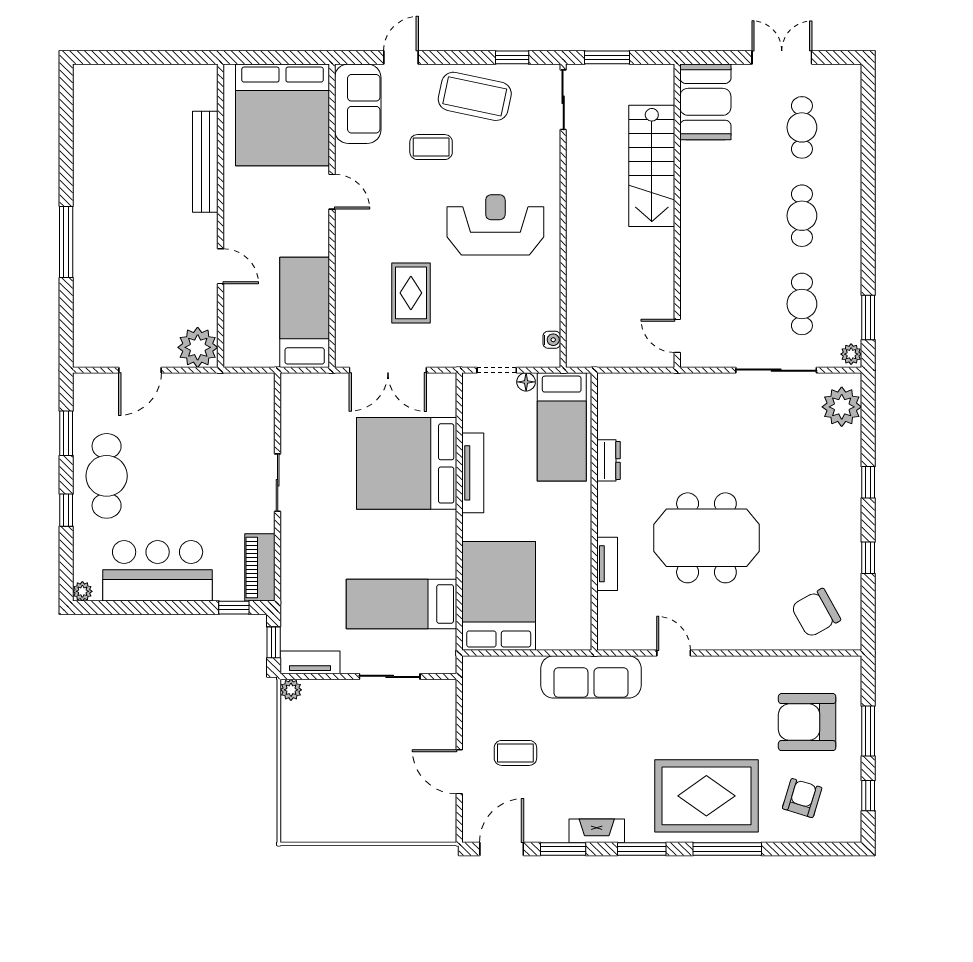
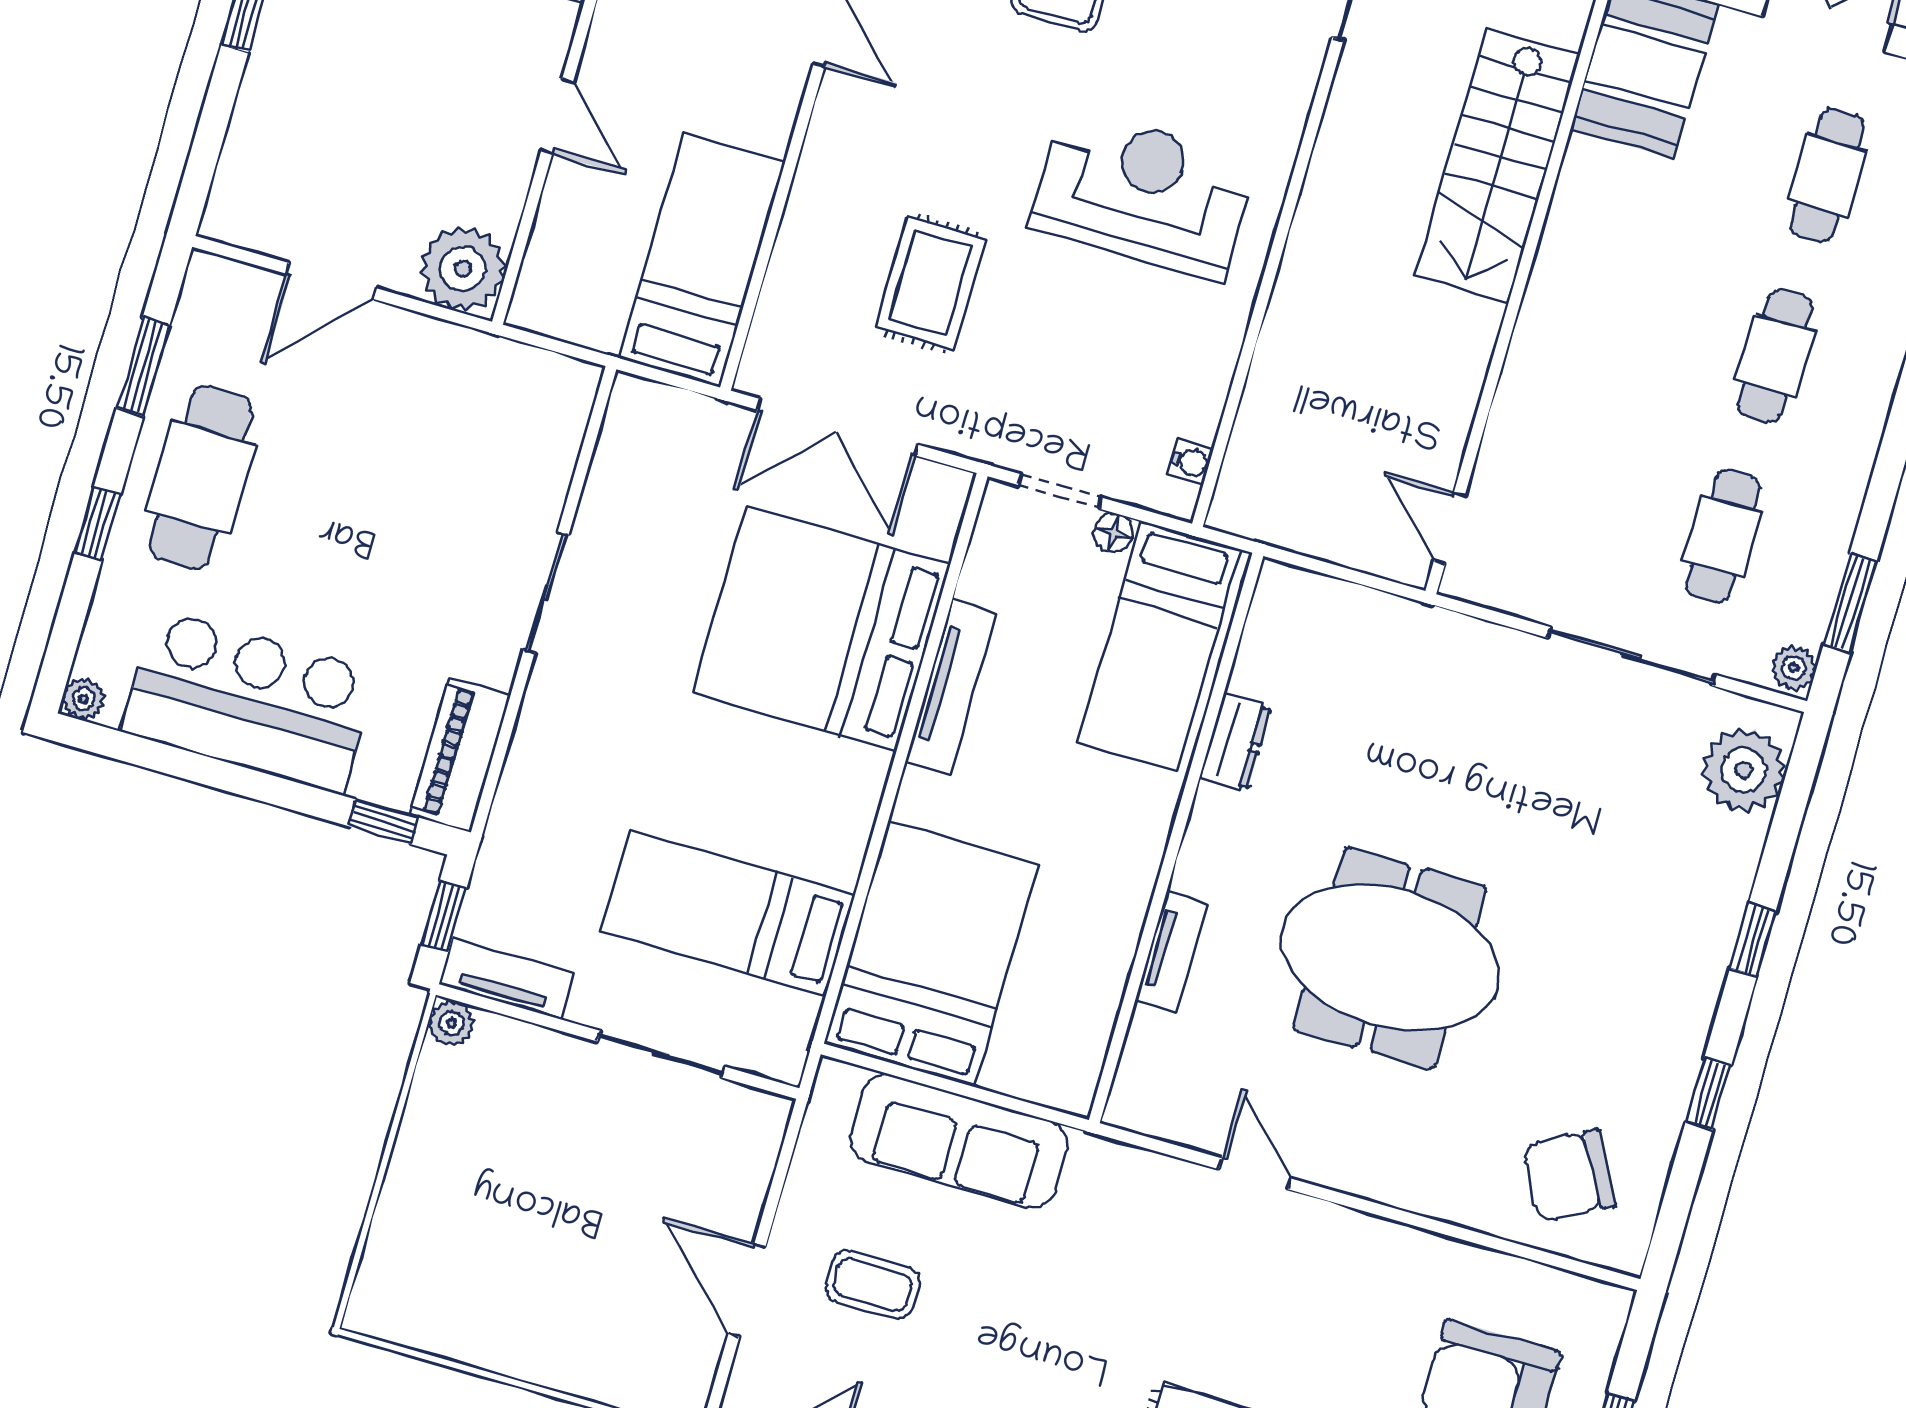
sofa: (591, 677) -> (959, 1141), moved

